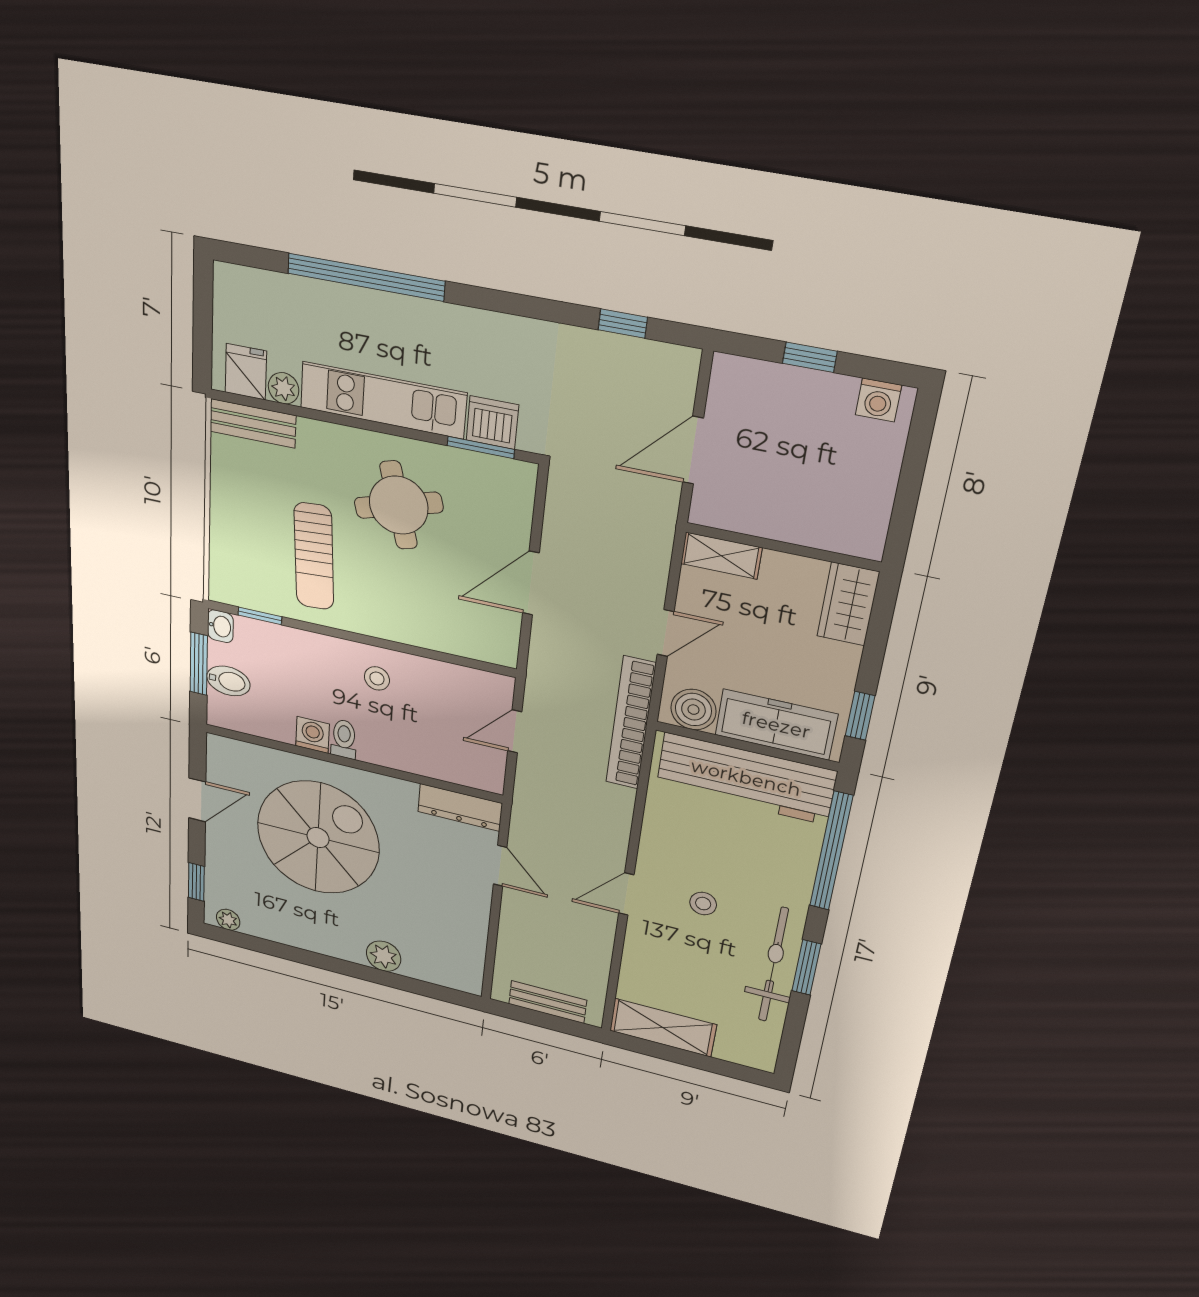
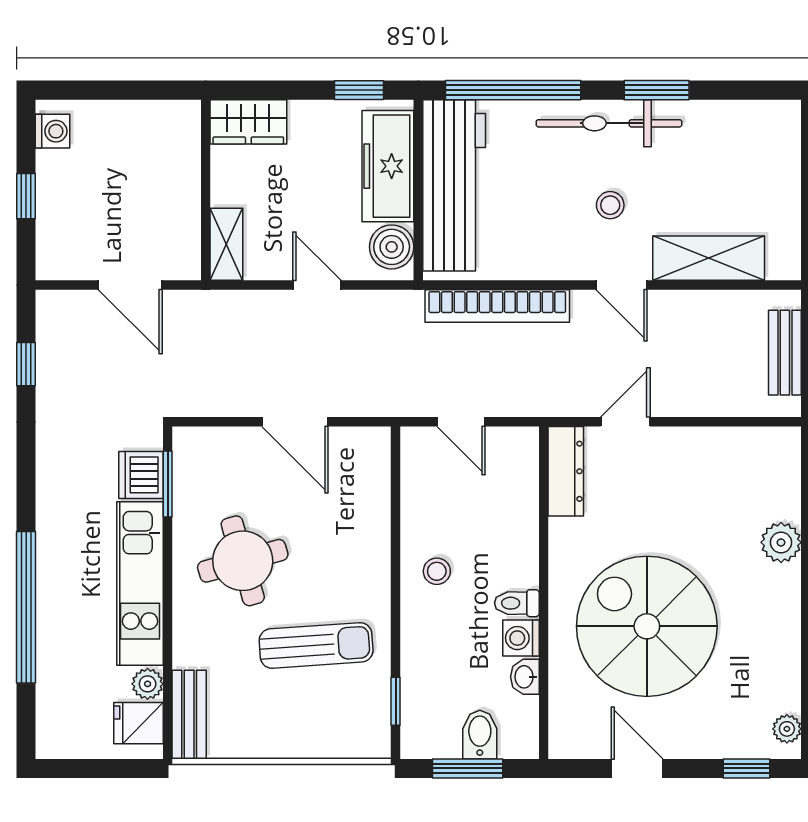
washbasin: (220, 626) -> (525, 677), moved, turned -90
bookcase: (631, 723) -> (497, 306), moved
bicycle: (773, 965) -> (609, 123), moved
shelving: (663, 1028) -> (709, 258), moved, turned 90

